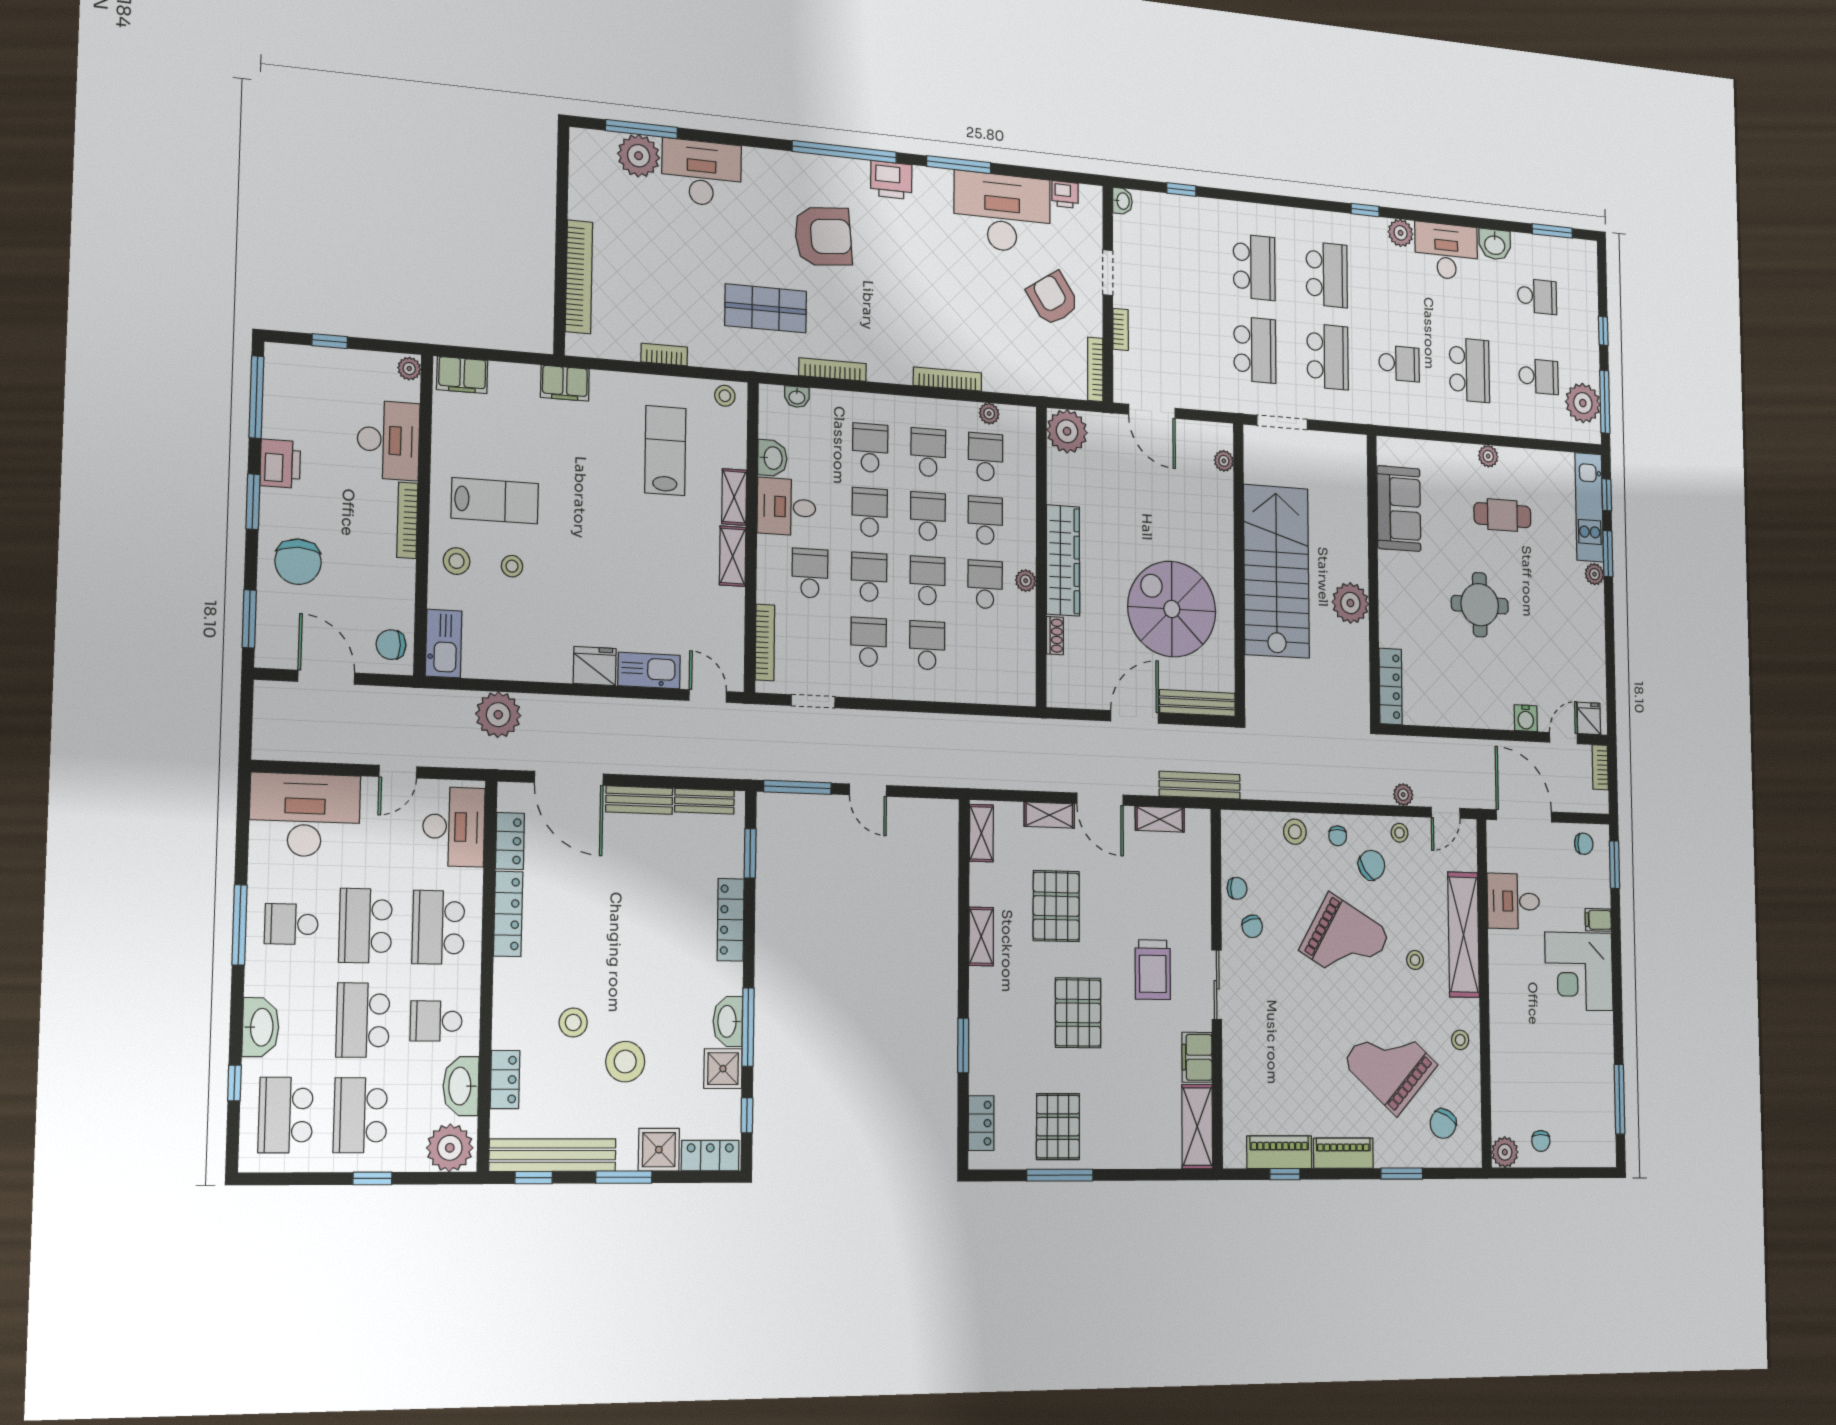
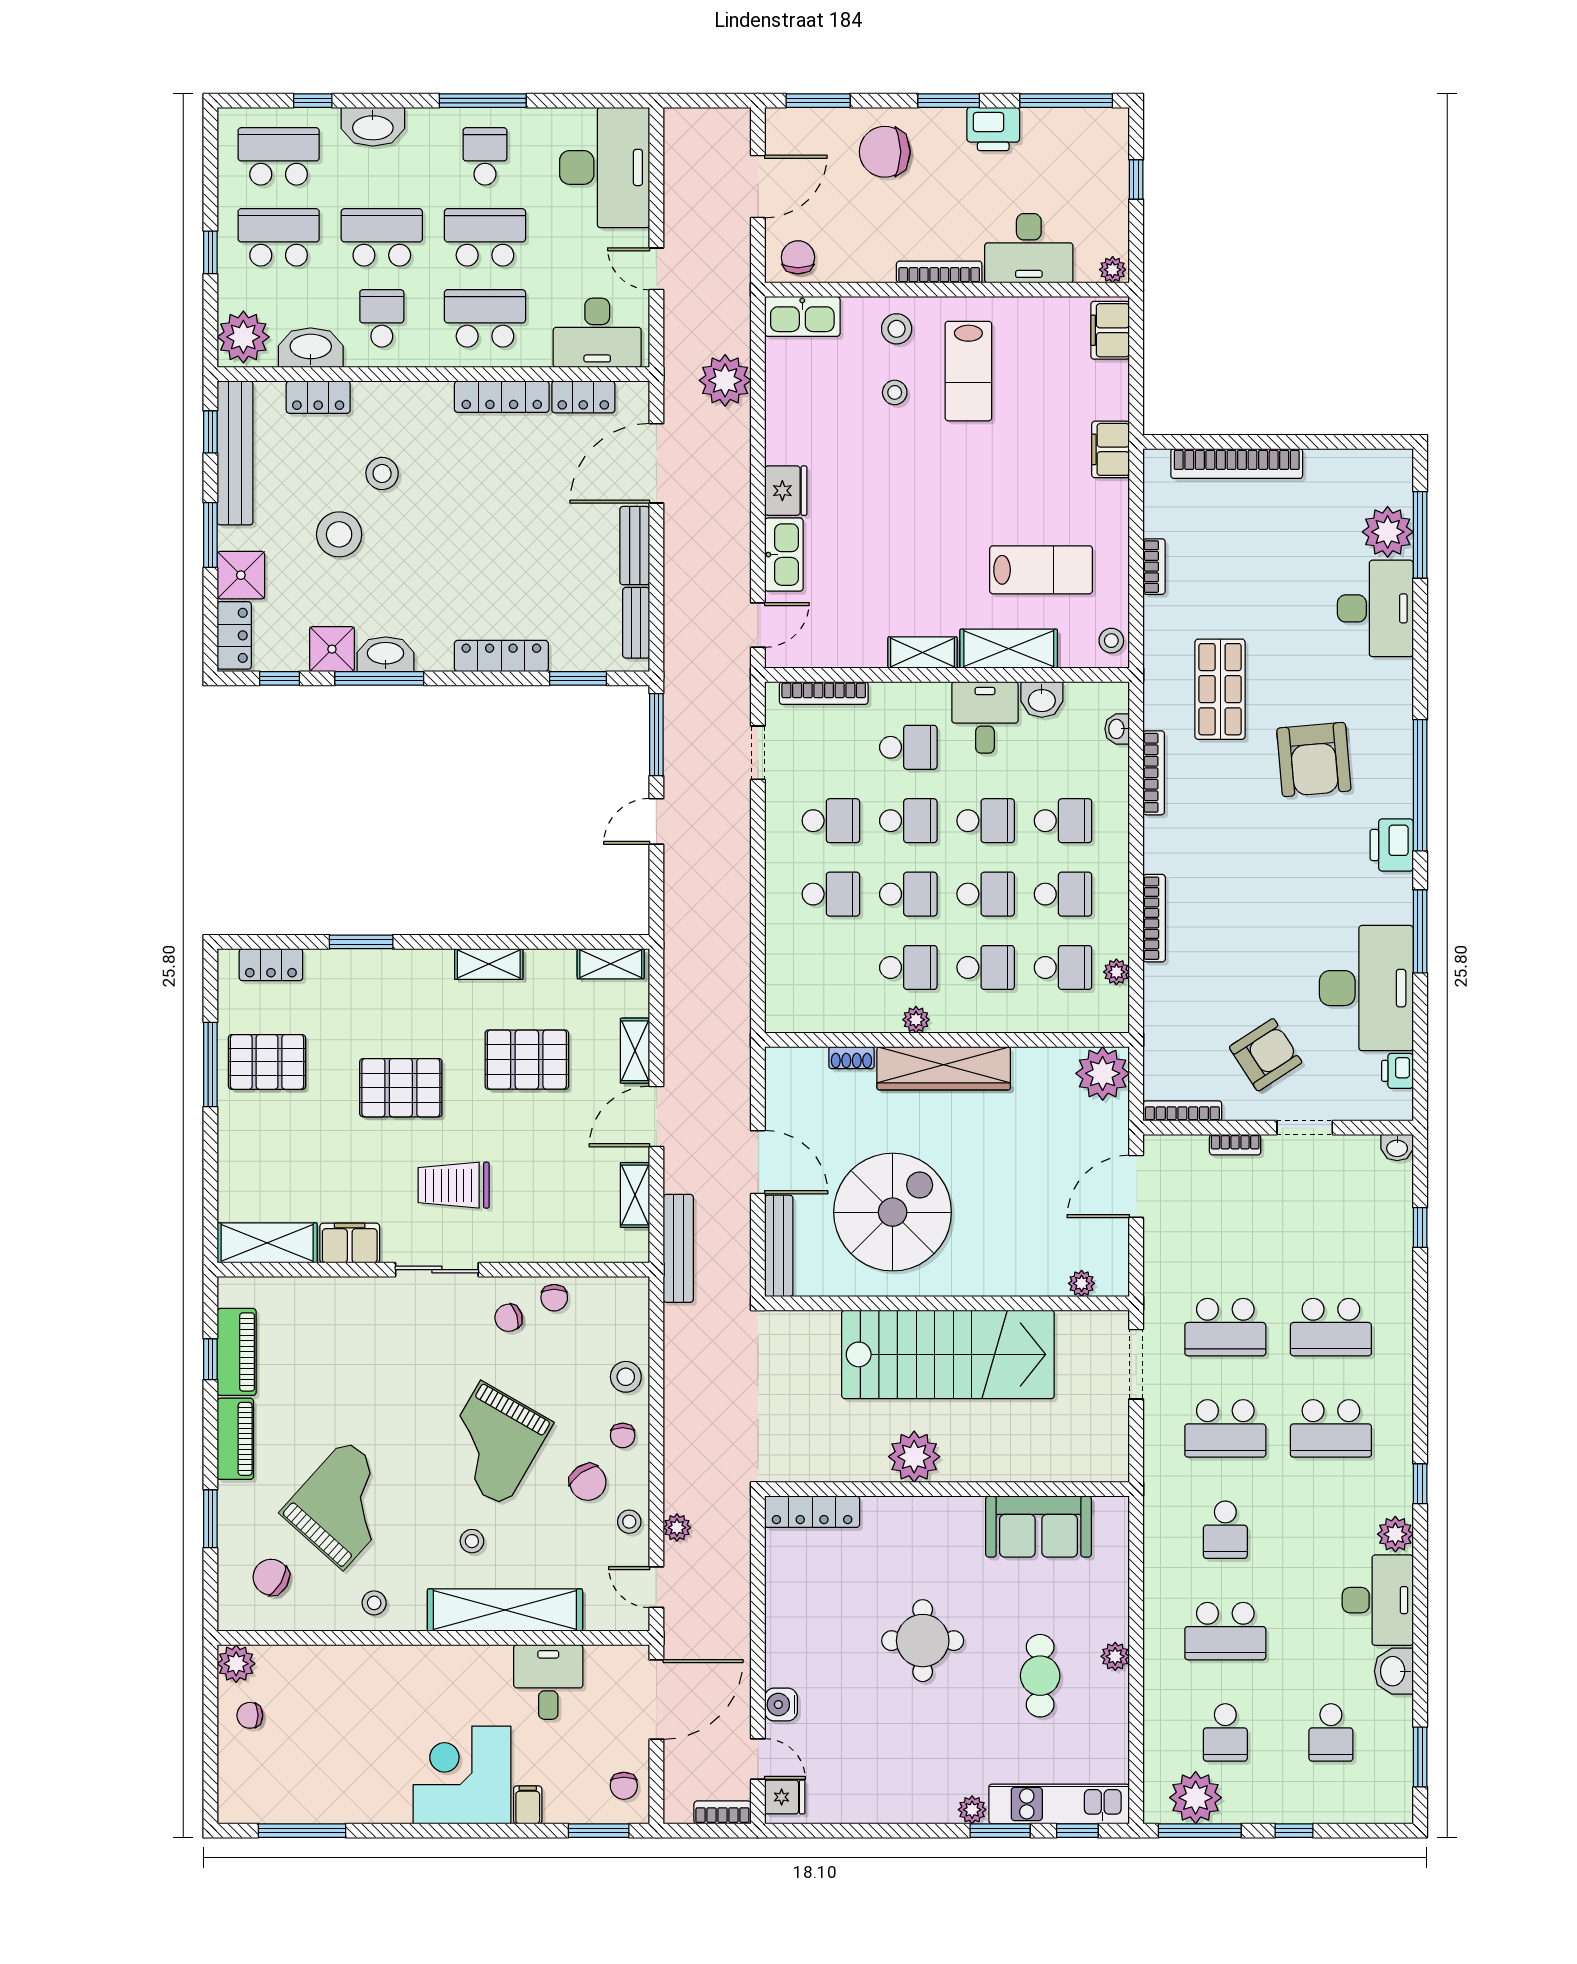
shelving: (734, 497) -> (1009, 649), width x1.50, depth x1.33
chair: (1338, 836) -> (623, 1435), turned -90

